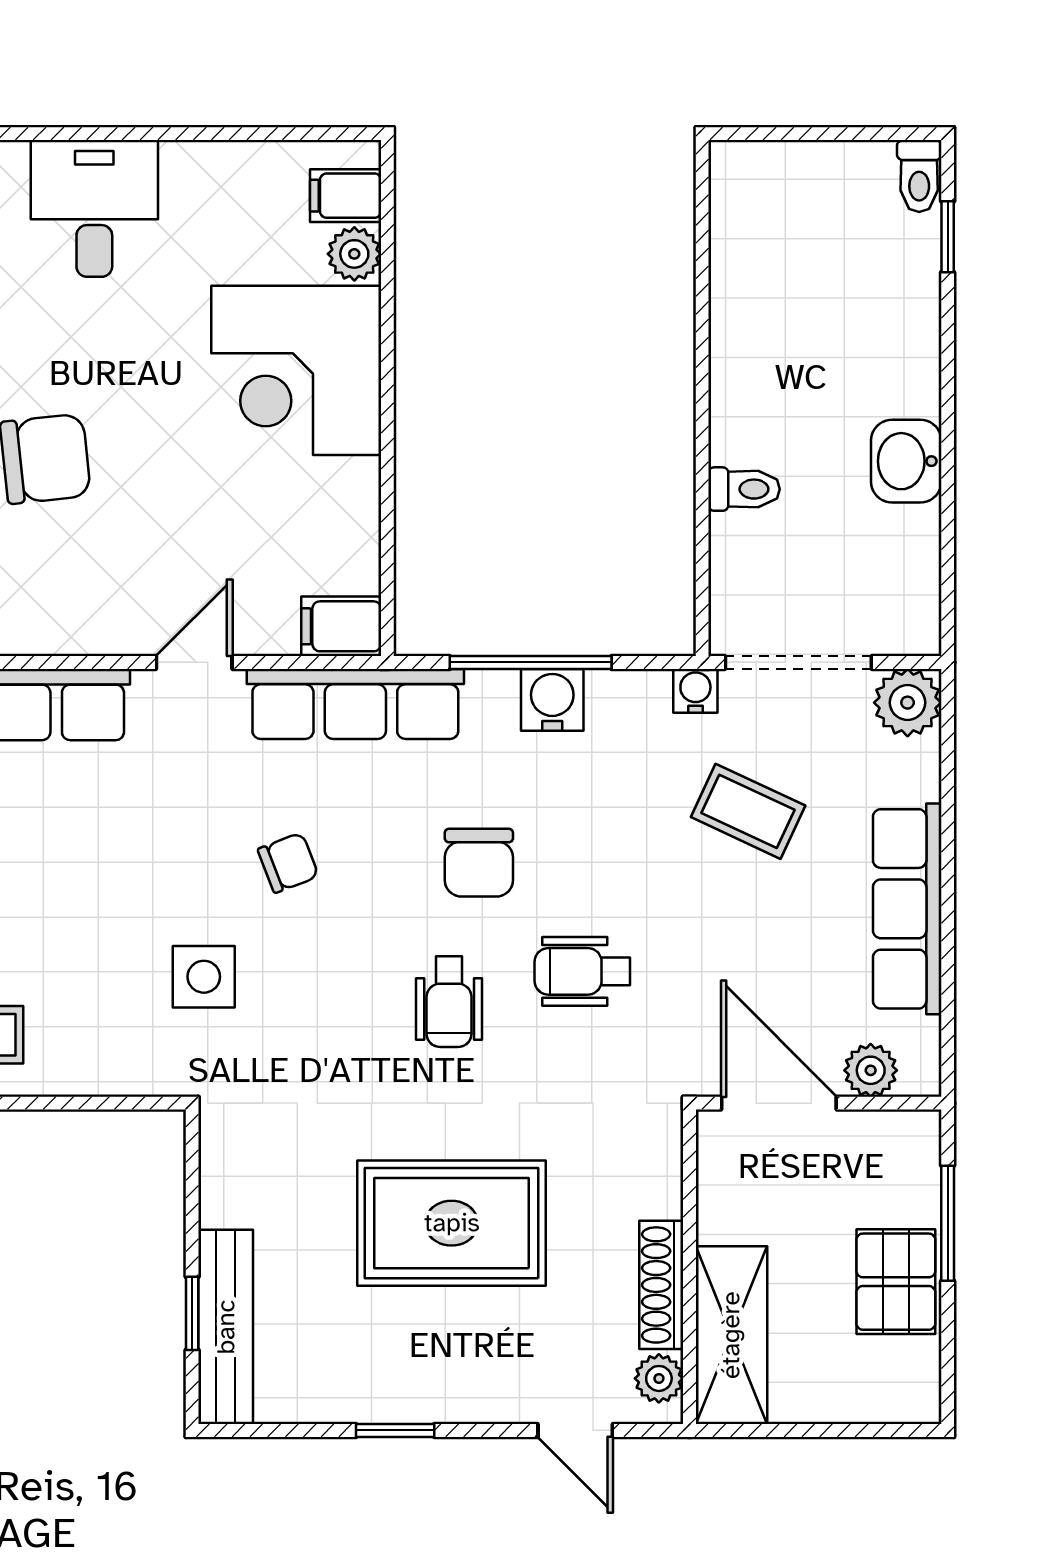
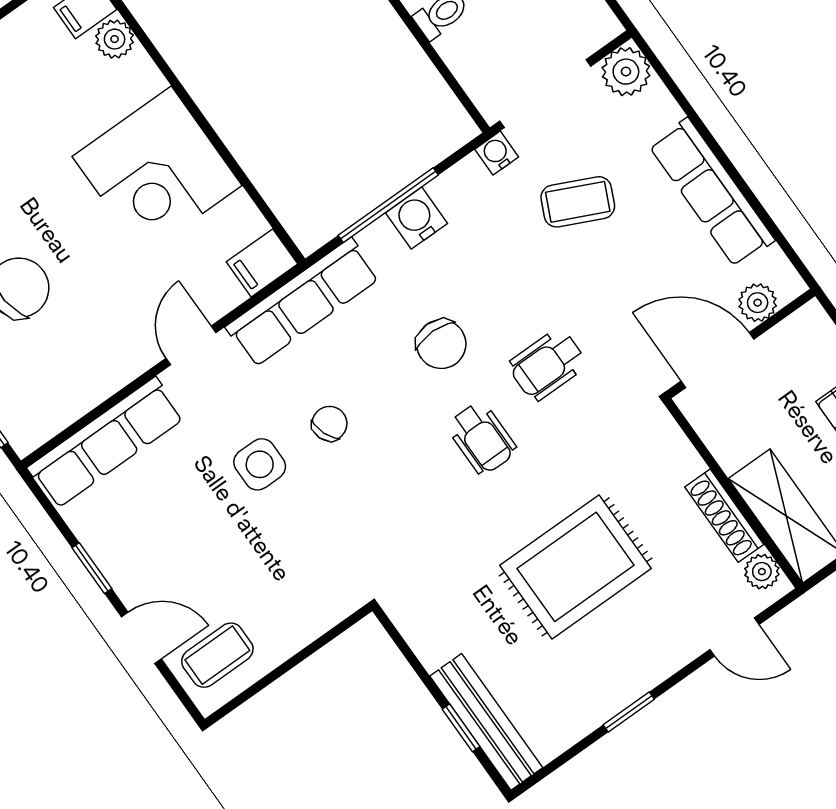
corner desk: (296, 370) -> (157, 171), moved
side table: (204, 977) -> (260, 464), moved

